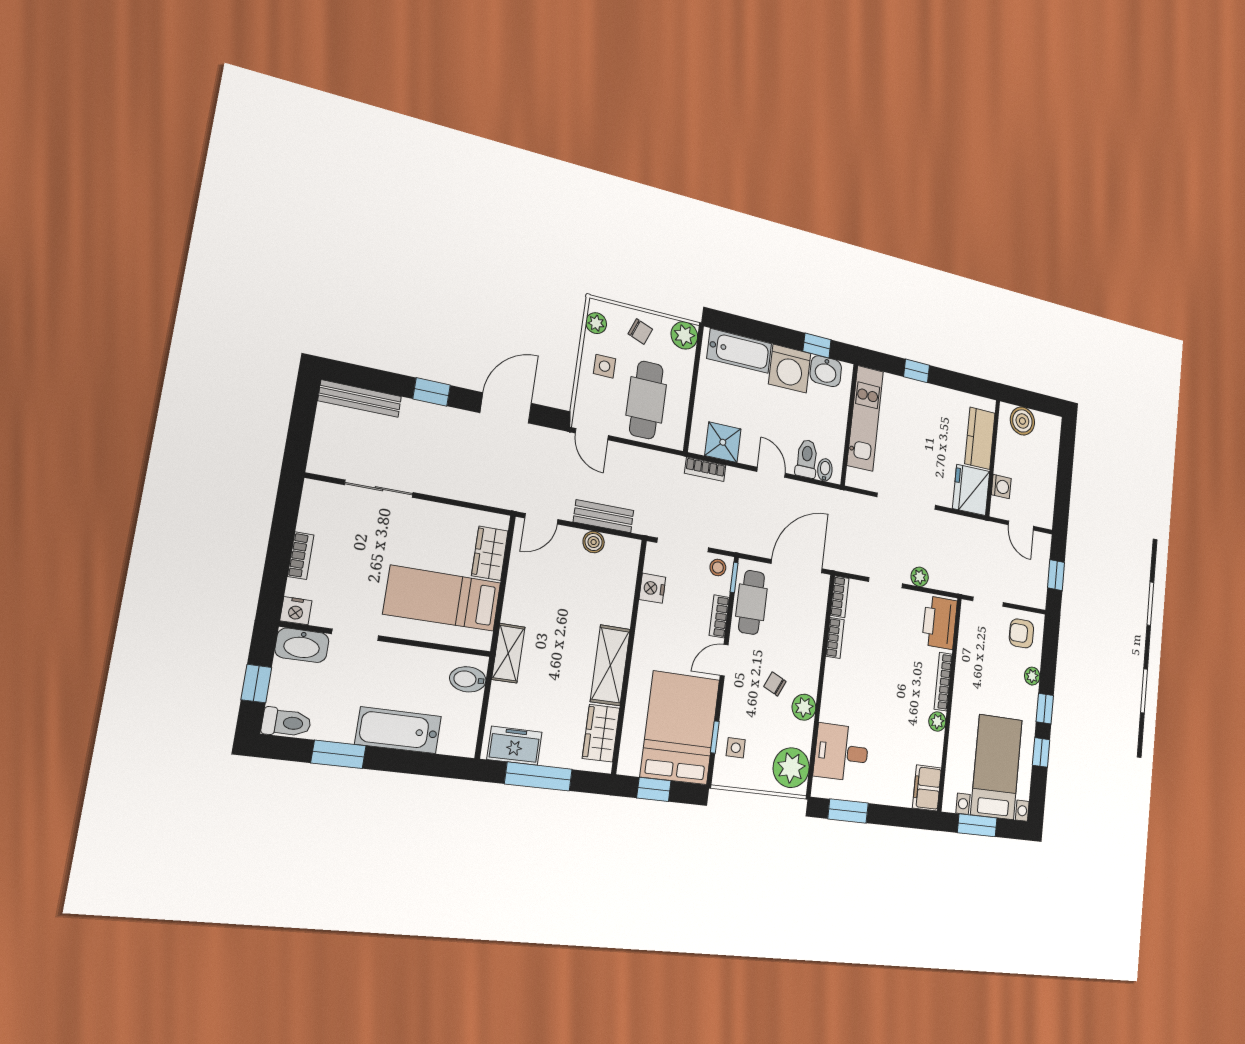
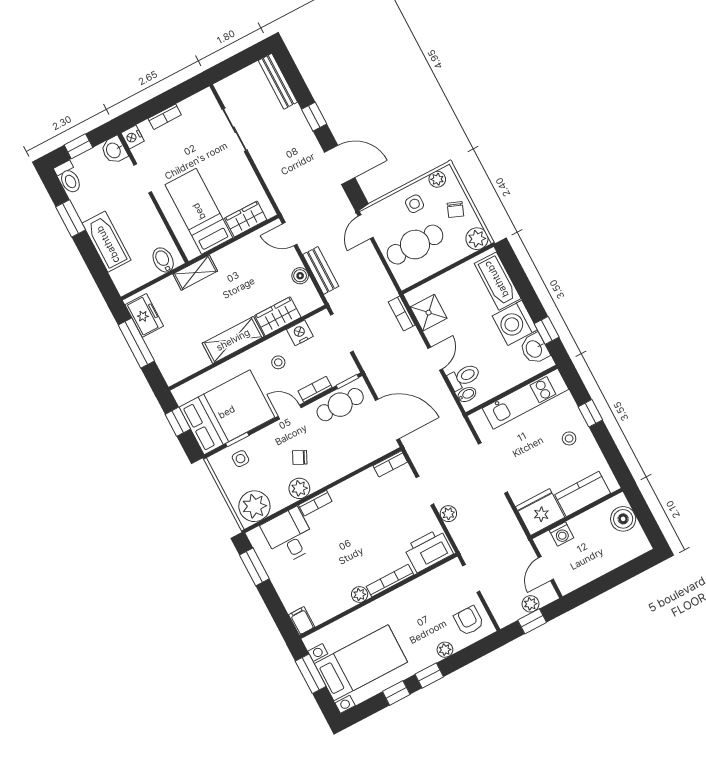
stool: (926, 409) -> (569, 438), added
plant: (1041, 564) -> (531, 604), added
stool: (718, 567) -> (278, 362), moved
bookcase: (835, 638) -> (315, 503), moved
washbasin: (302, 645) -> (114, 150), width x0.72
chair: (775, 684) -> (300, 457), turned -89
wardrobe: (601, 733) -> (278, 316), moved
filing cabinet: (927, 788) -> (302, 621), width x0.50

